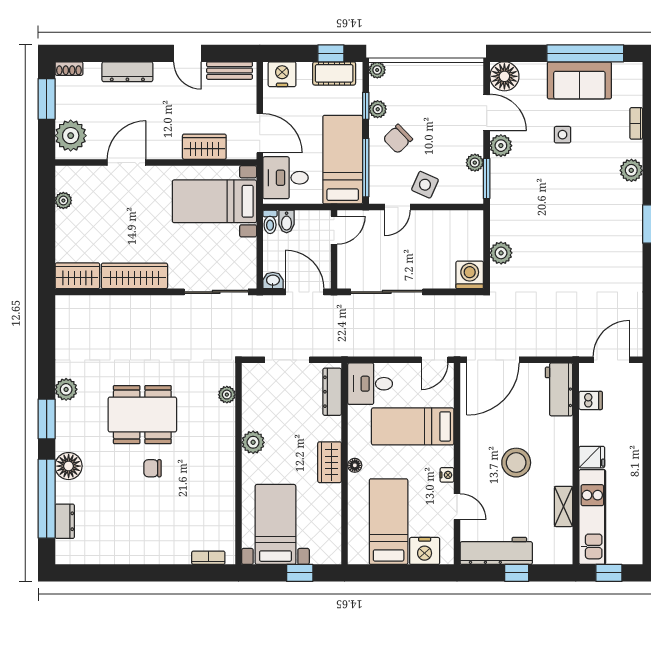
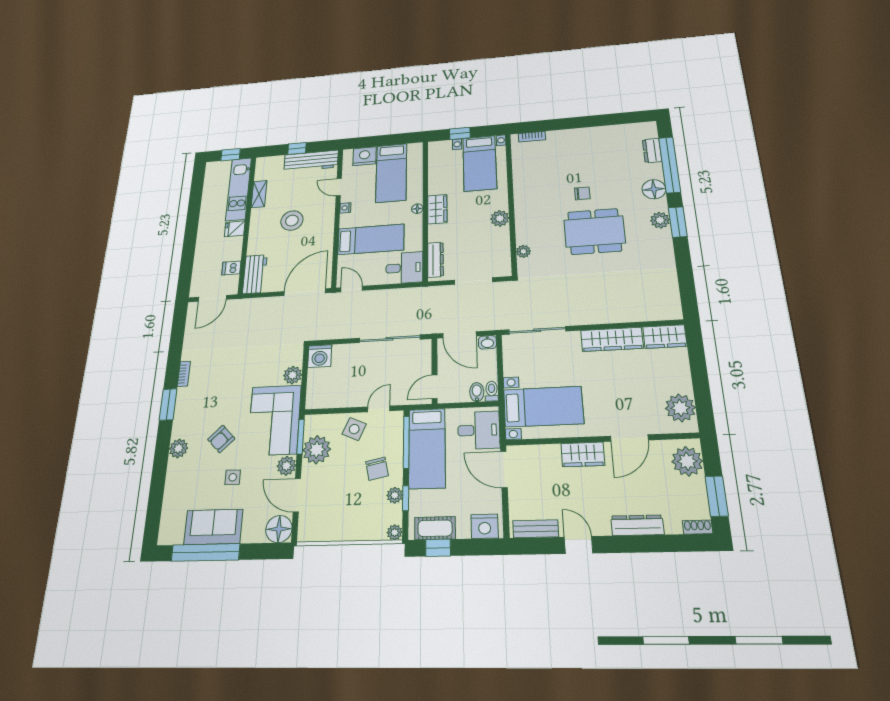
bookcase: (636, 123) -> (184, 374), moved
chair: (398, 139) -> (377, 469), turned 122
wardrobe: (204, 147) -> (583, 454), moved
plant: (475, 163) -> (317, 450), width x1.87, depth x1.87
armchair: (581, 179) -> (221, 439), added
corner sofa: (519, 199) -> (274, 420), added
plant: (63, 201) -> (680, 408), width x1.87, depth x1.87
door: (435, 360) -> (352, 289), hinge flipped
plant: (66, 389) -> (660, 220), moved

